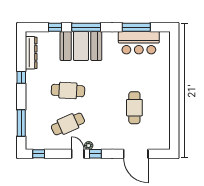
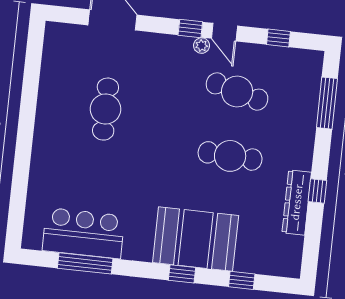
window: (86, 27) -> (182, 274), width x0.46
dresser: (31, 53) -> (297, 202), moved
cafe table: (68, 124) -> (237, 91), turned 39
window: (39, 154) -> (278, 38), moved

